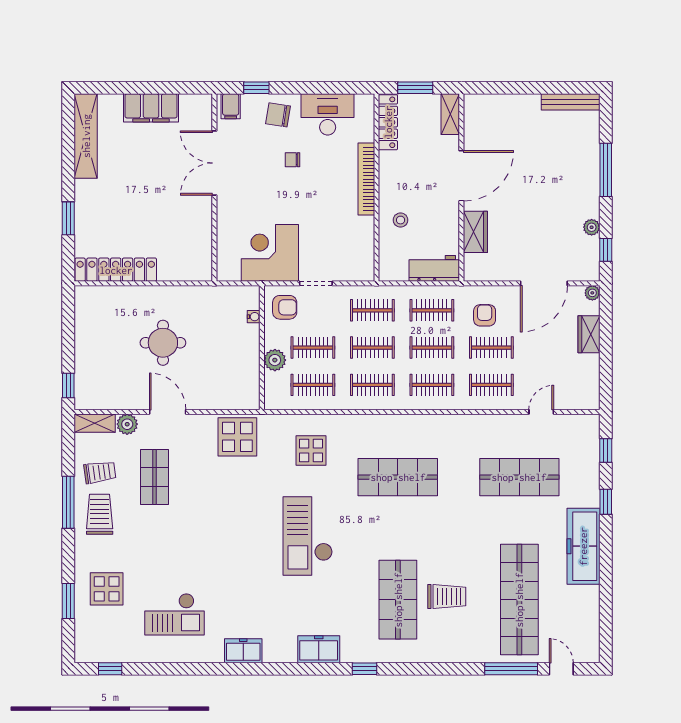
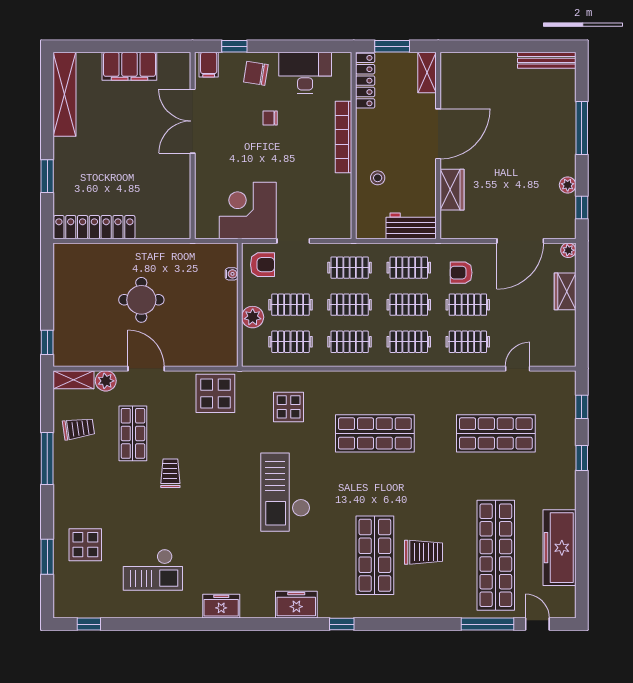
armchair: (485, 315) -> (461, 273), turned -90
trolley: (100, 514) -> (170, 473), moved, width x0.73, depth x0.72
freezer: (583, 546) -> (559, 548), moved

